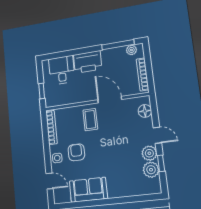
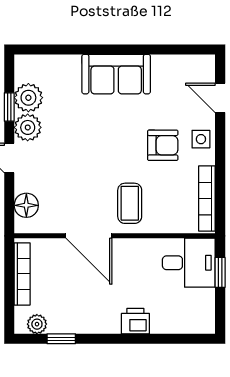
window: (118, 45) -> (61, 339), width x0.46
printer: (88, 62) -> (135, 321), width x0.53, depth x0.68
desk: (62, 70) -> (189, 263), moved, turned -90
armchair: (76, 152) -> (163, 145), turned -90
sofa: (88, 190) -> (116, 74), moved

